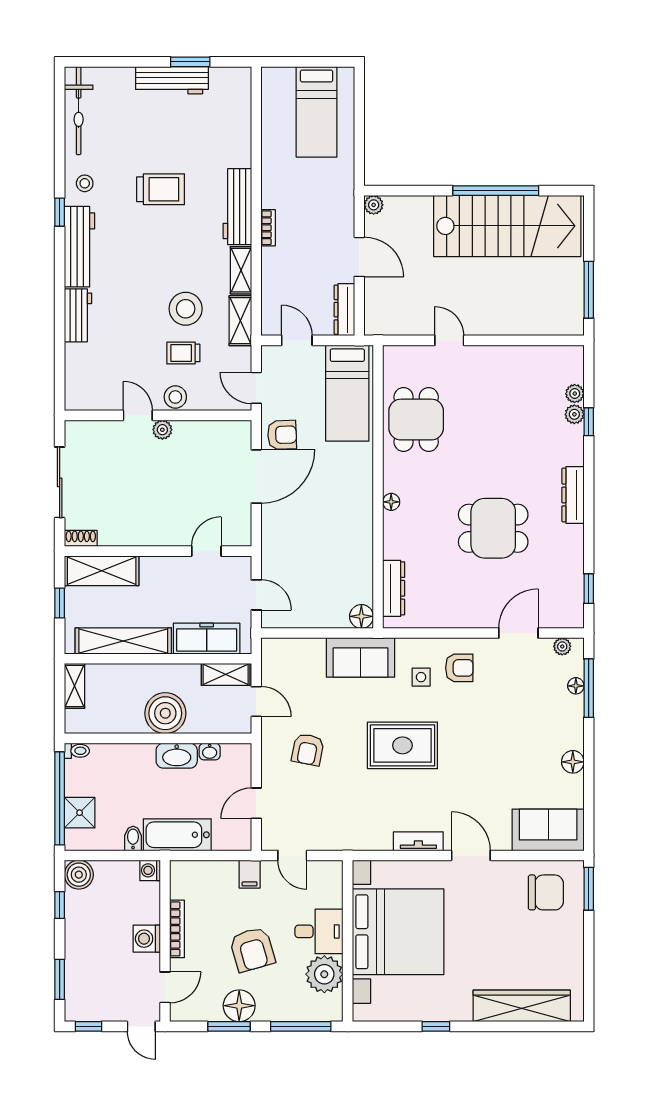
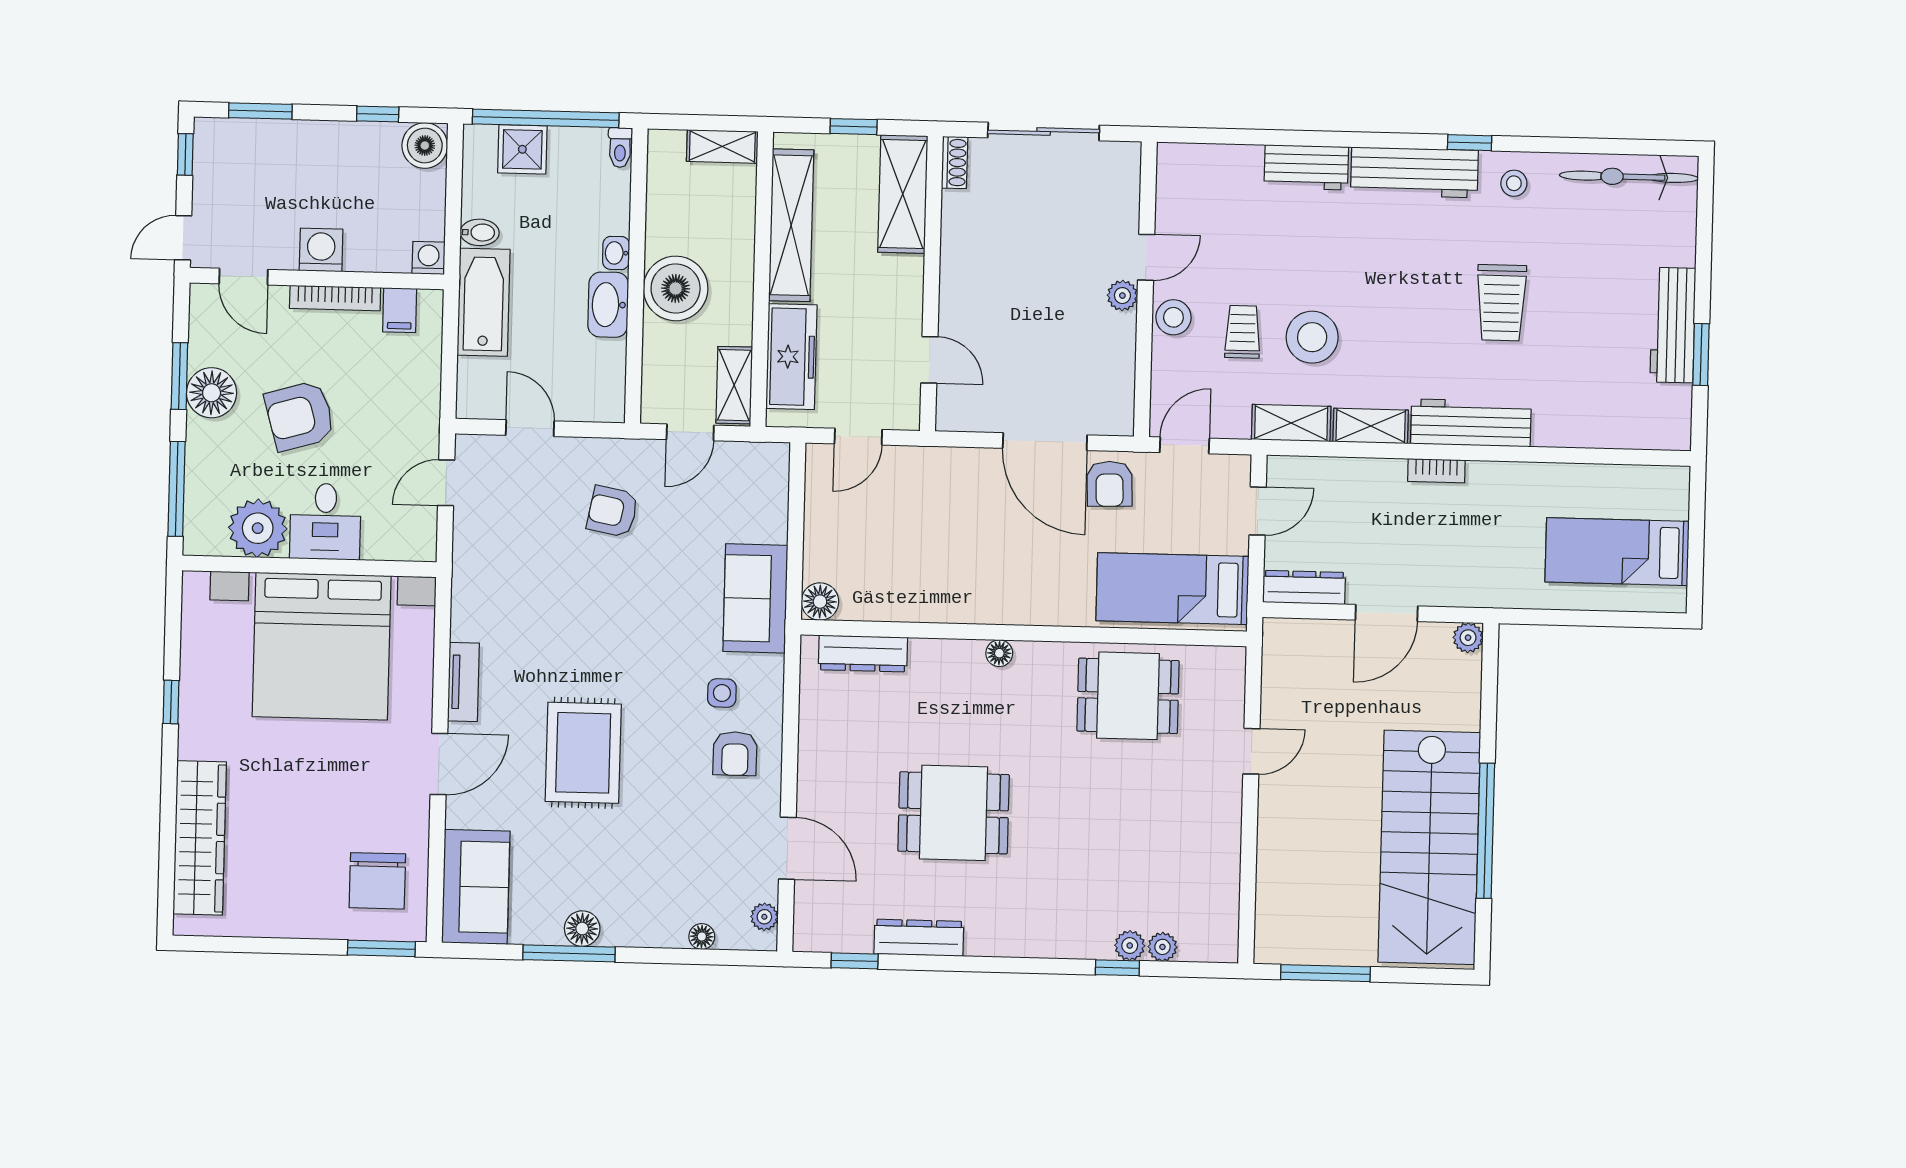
dresser: (573, 495) -> (919, 938), moved
dining table: (493, 528) -> (954, 813), turned 90
window: (589, 688) -> (569, 953), moved
rug: (402, 745) -> (583, 753), moved
washbasin: (210, 752) -> (616, 253), moved
filing cabinet: (250, 874) -> (400, 310), moved, turned -90

